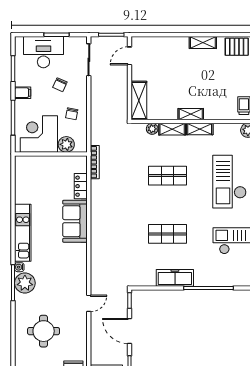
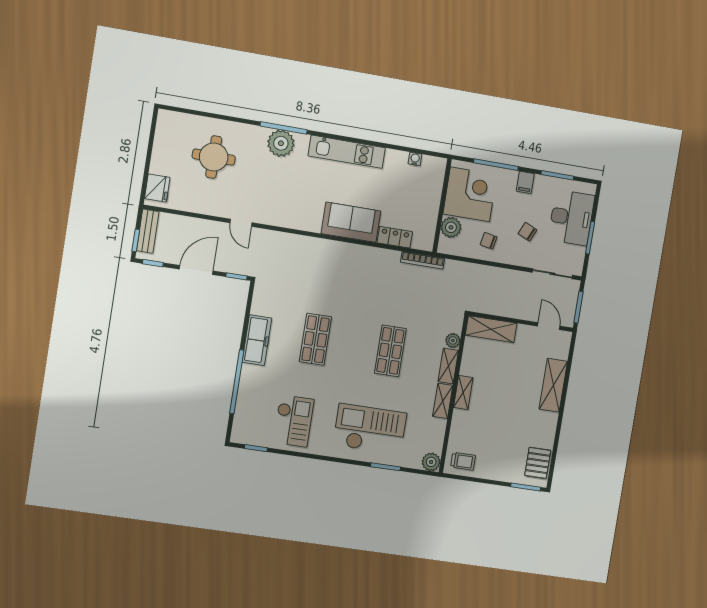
shelving: (203, 43) -> (553, 385), moved, width x1.50, depth x1.33
water cooler: (19, 267) -> (415, 159), moved

